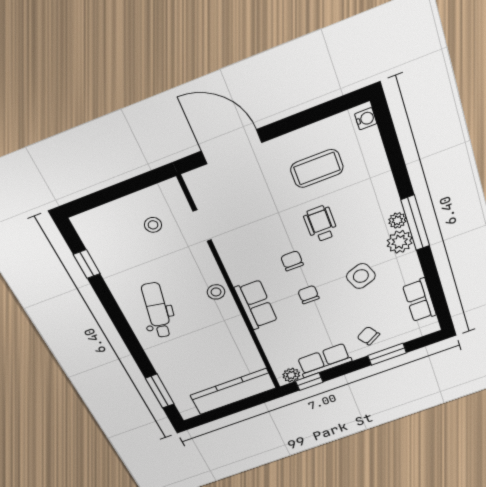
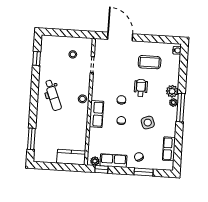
plant: (400, 242) -> (172, 91), moved
dental chair: (157, 310) -> (53, 95), turned 147
kitchen counter: (233, 392) -> (71, 157), width x0.67

